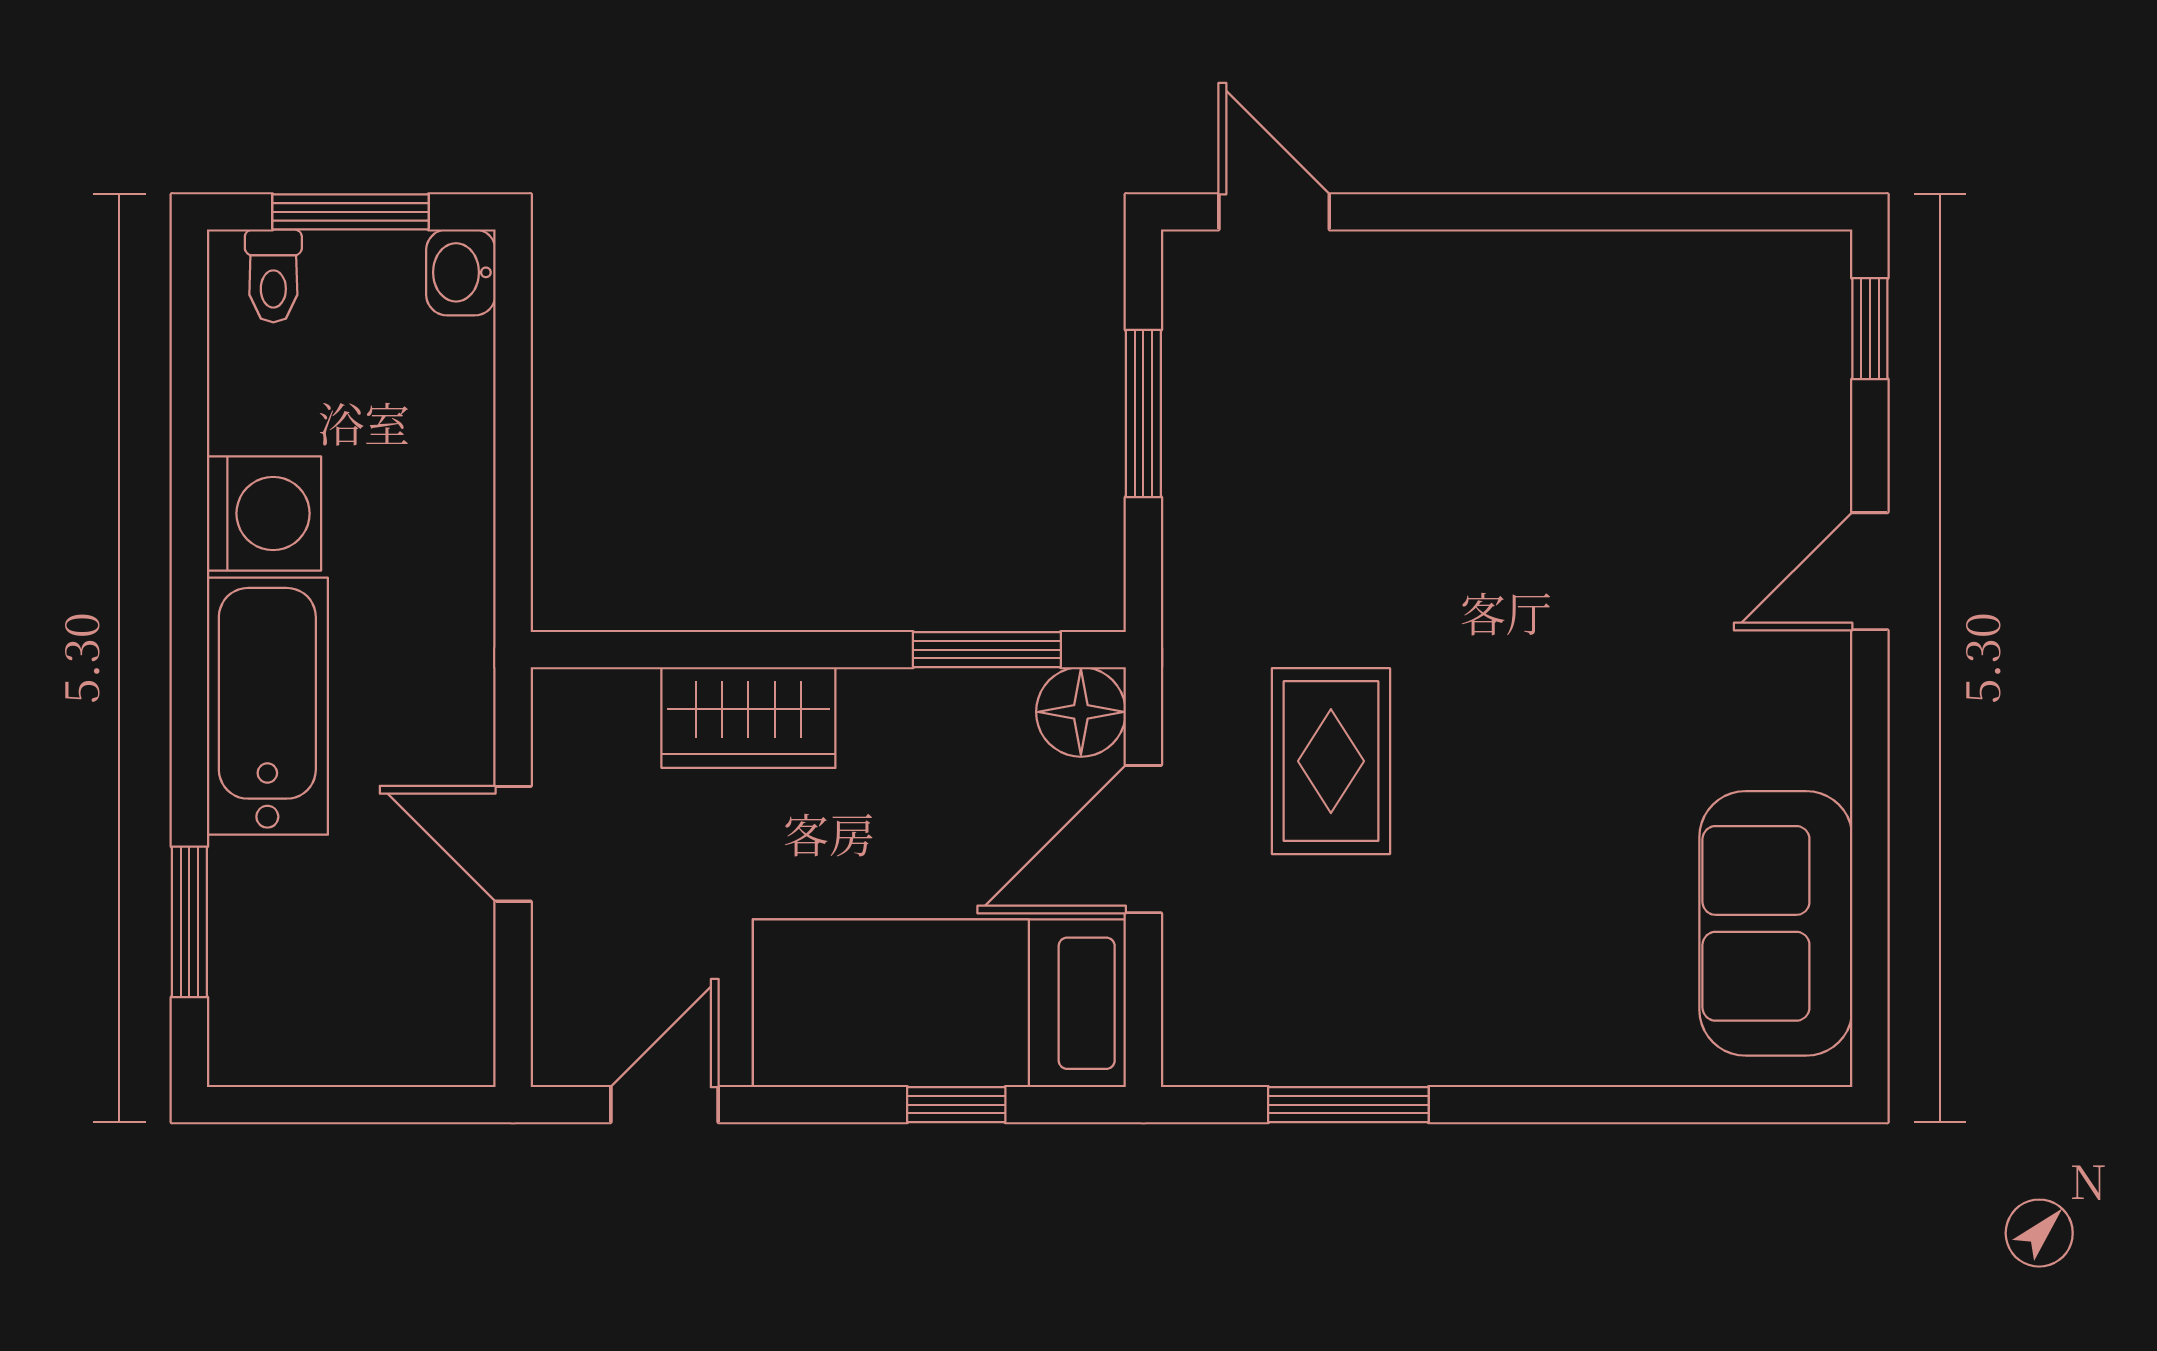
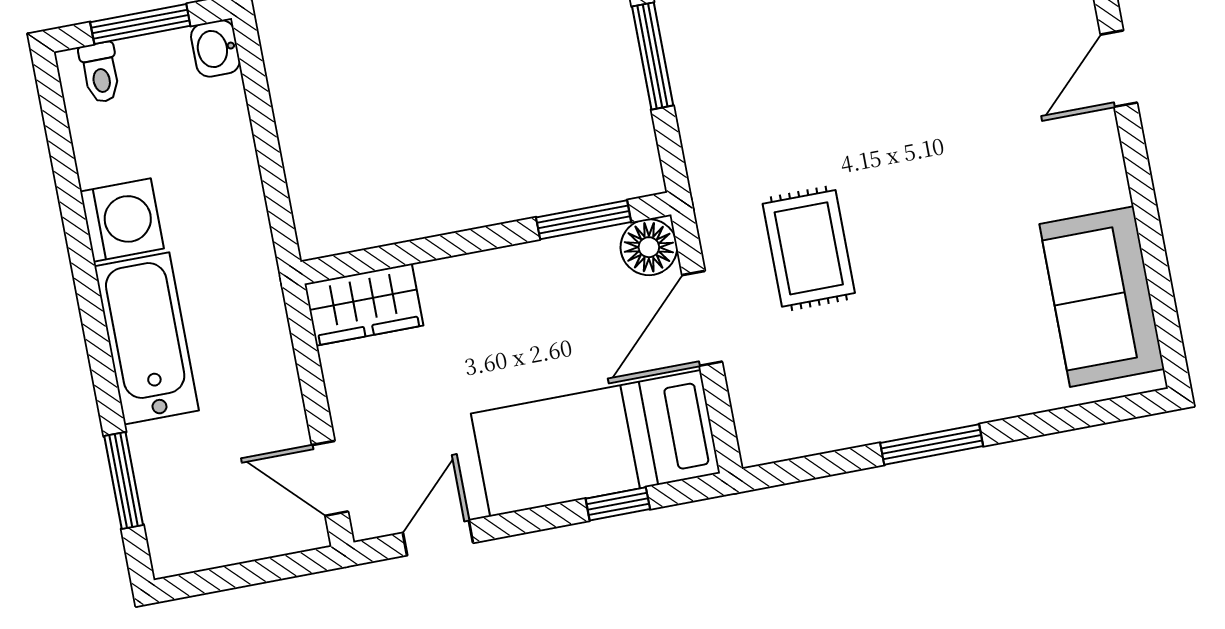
wardrobe: (748, 718) -> (364, 305), moved
door: (513, 844) -> (330, 478), moved
window: (1348, 1105) -> (932, 445), moved

